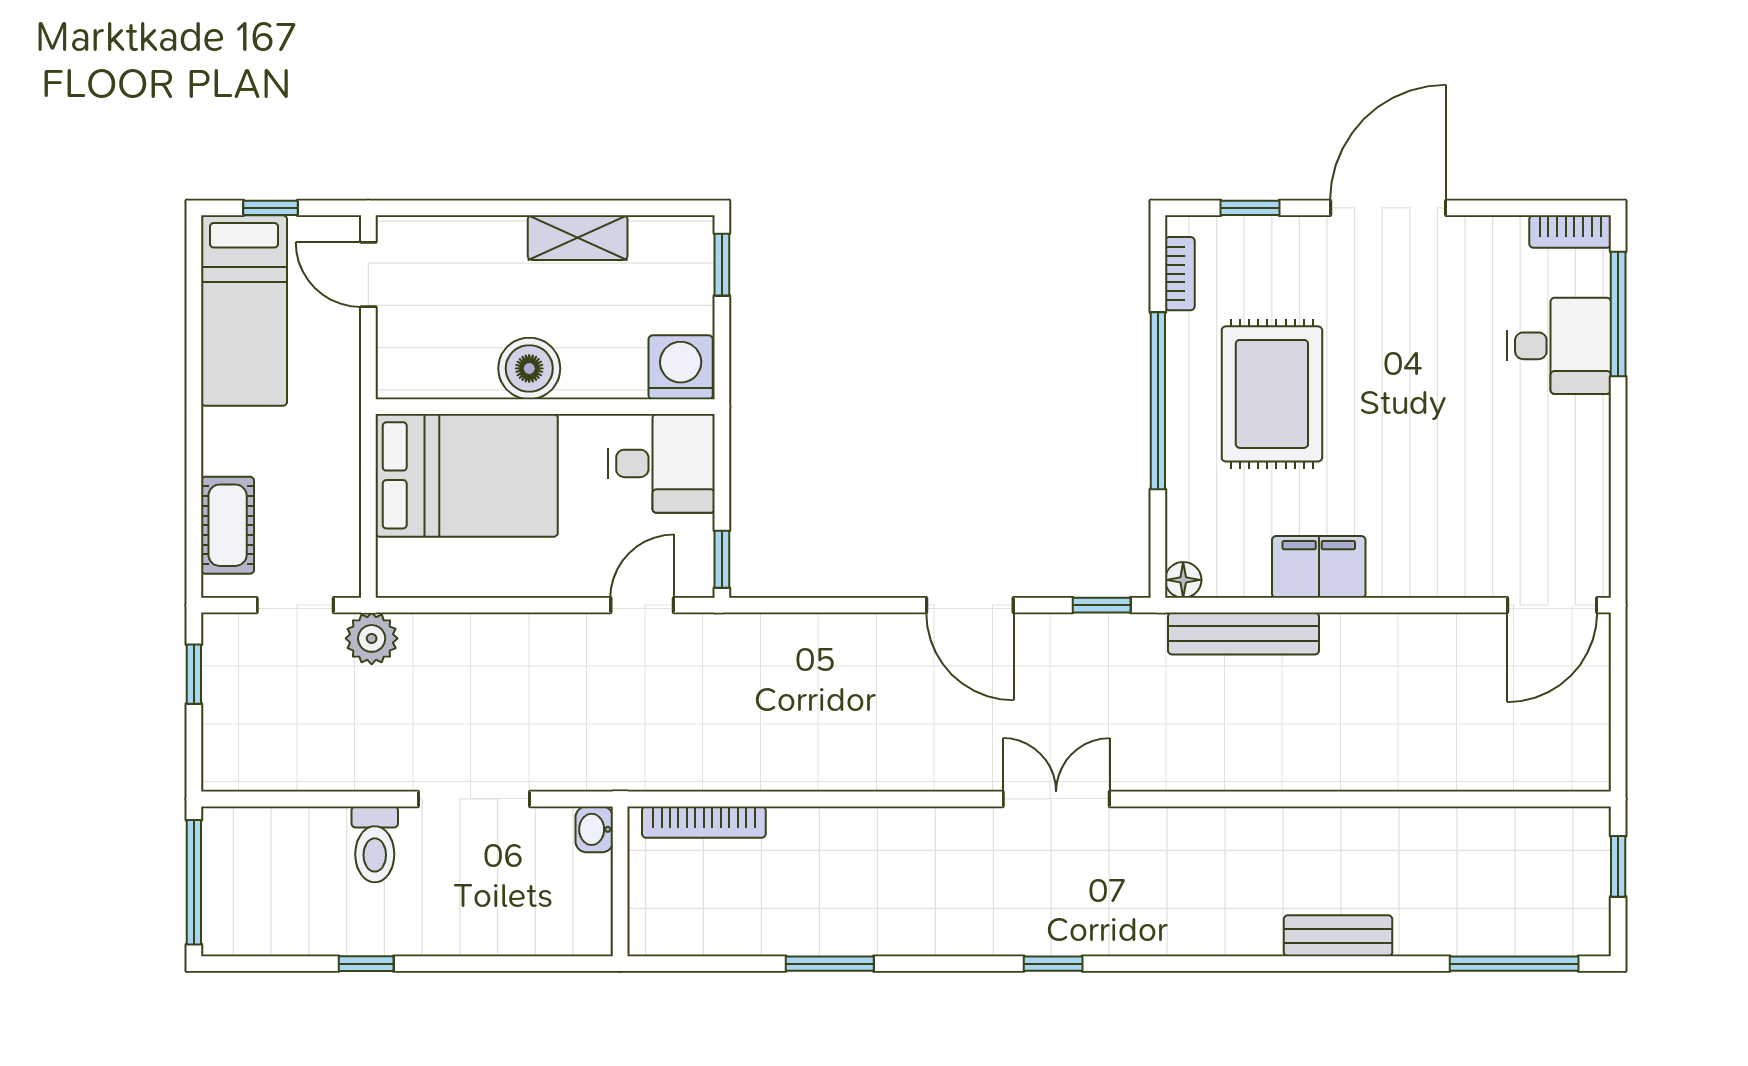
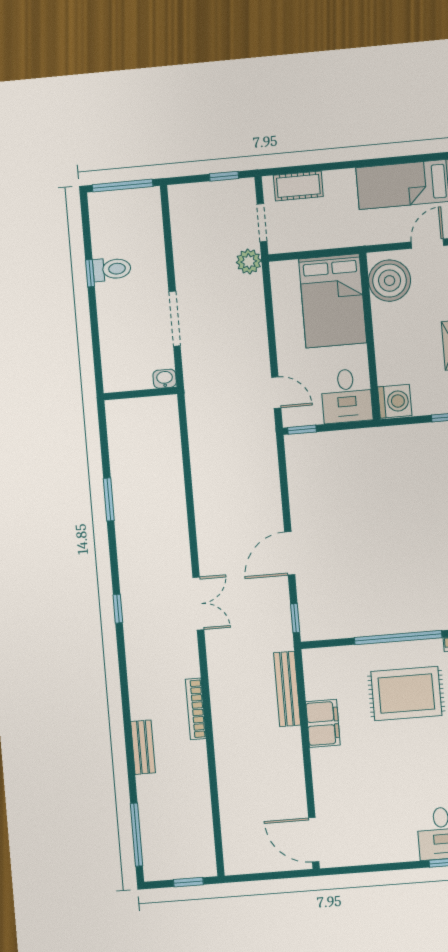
boiler: (529, 368) -> (390, 281), moved, width x1.37, depth x1.37
floor lamp: (1183, 580) -> (311, 657), removed
bookcase: (704, 822) -> (196, 709), moved
toilet: (375, 844) -> (112, 269), moved, turned 180

